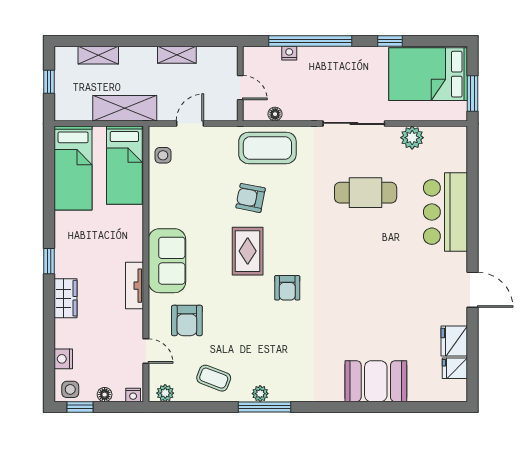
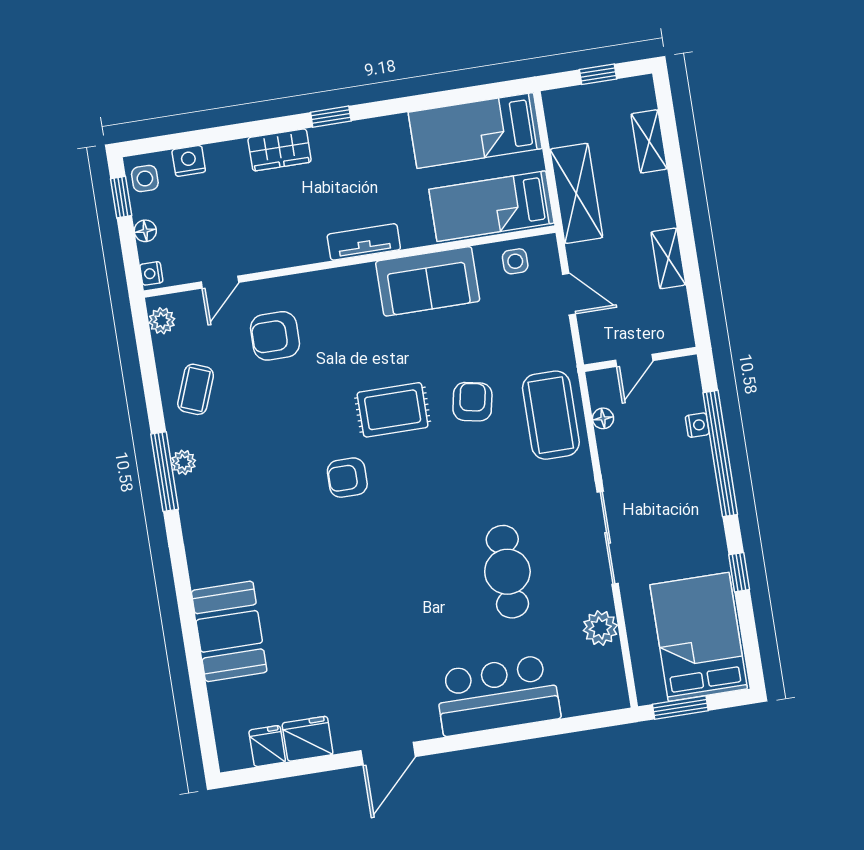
sofa: (167, 261) -> (428, 281), moved
tv unit: (135, 286) -> (364, 242), moved

